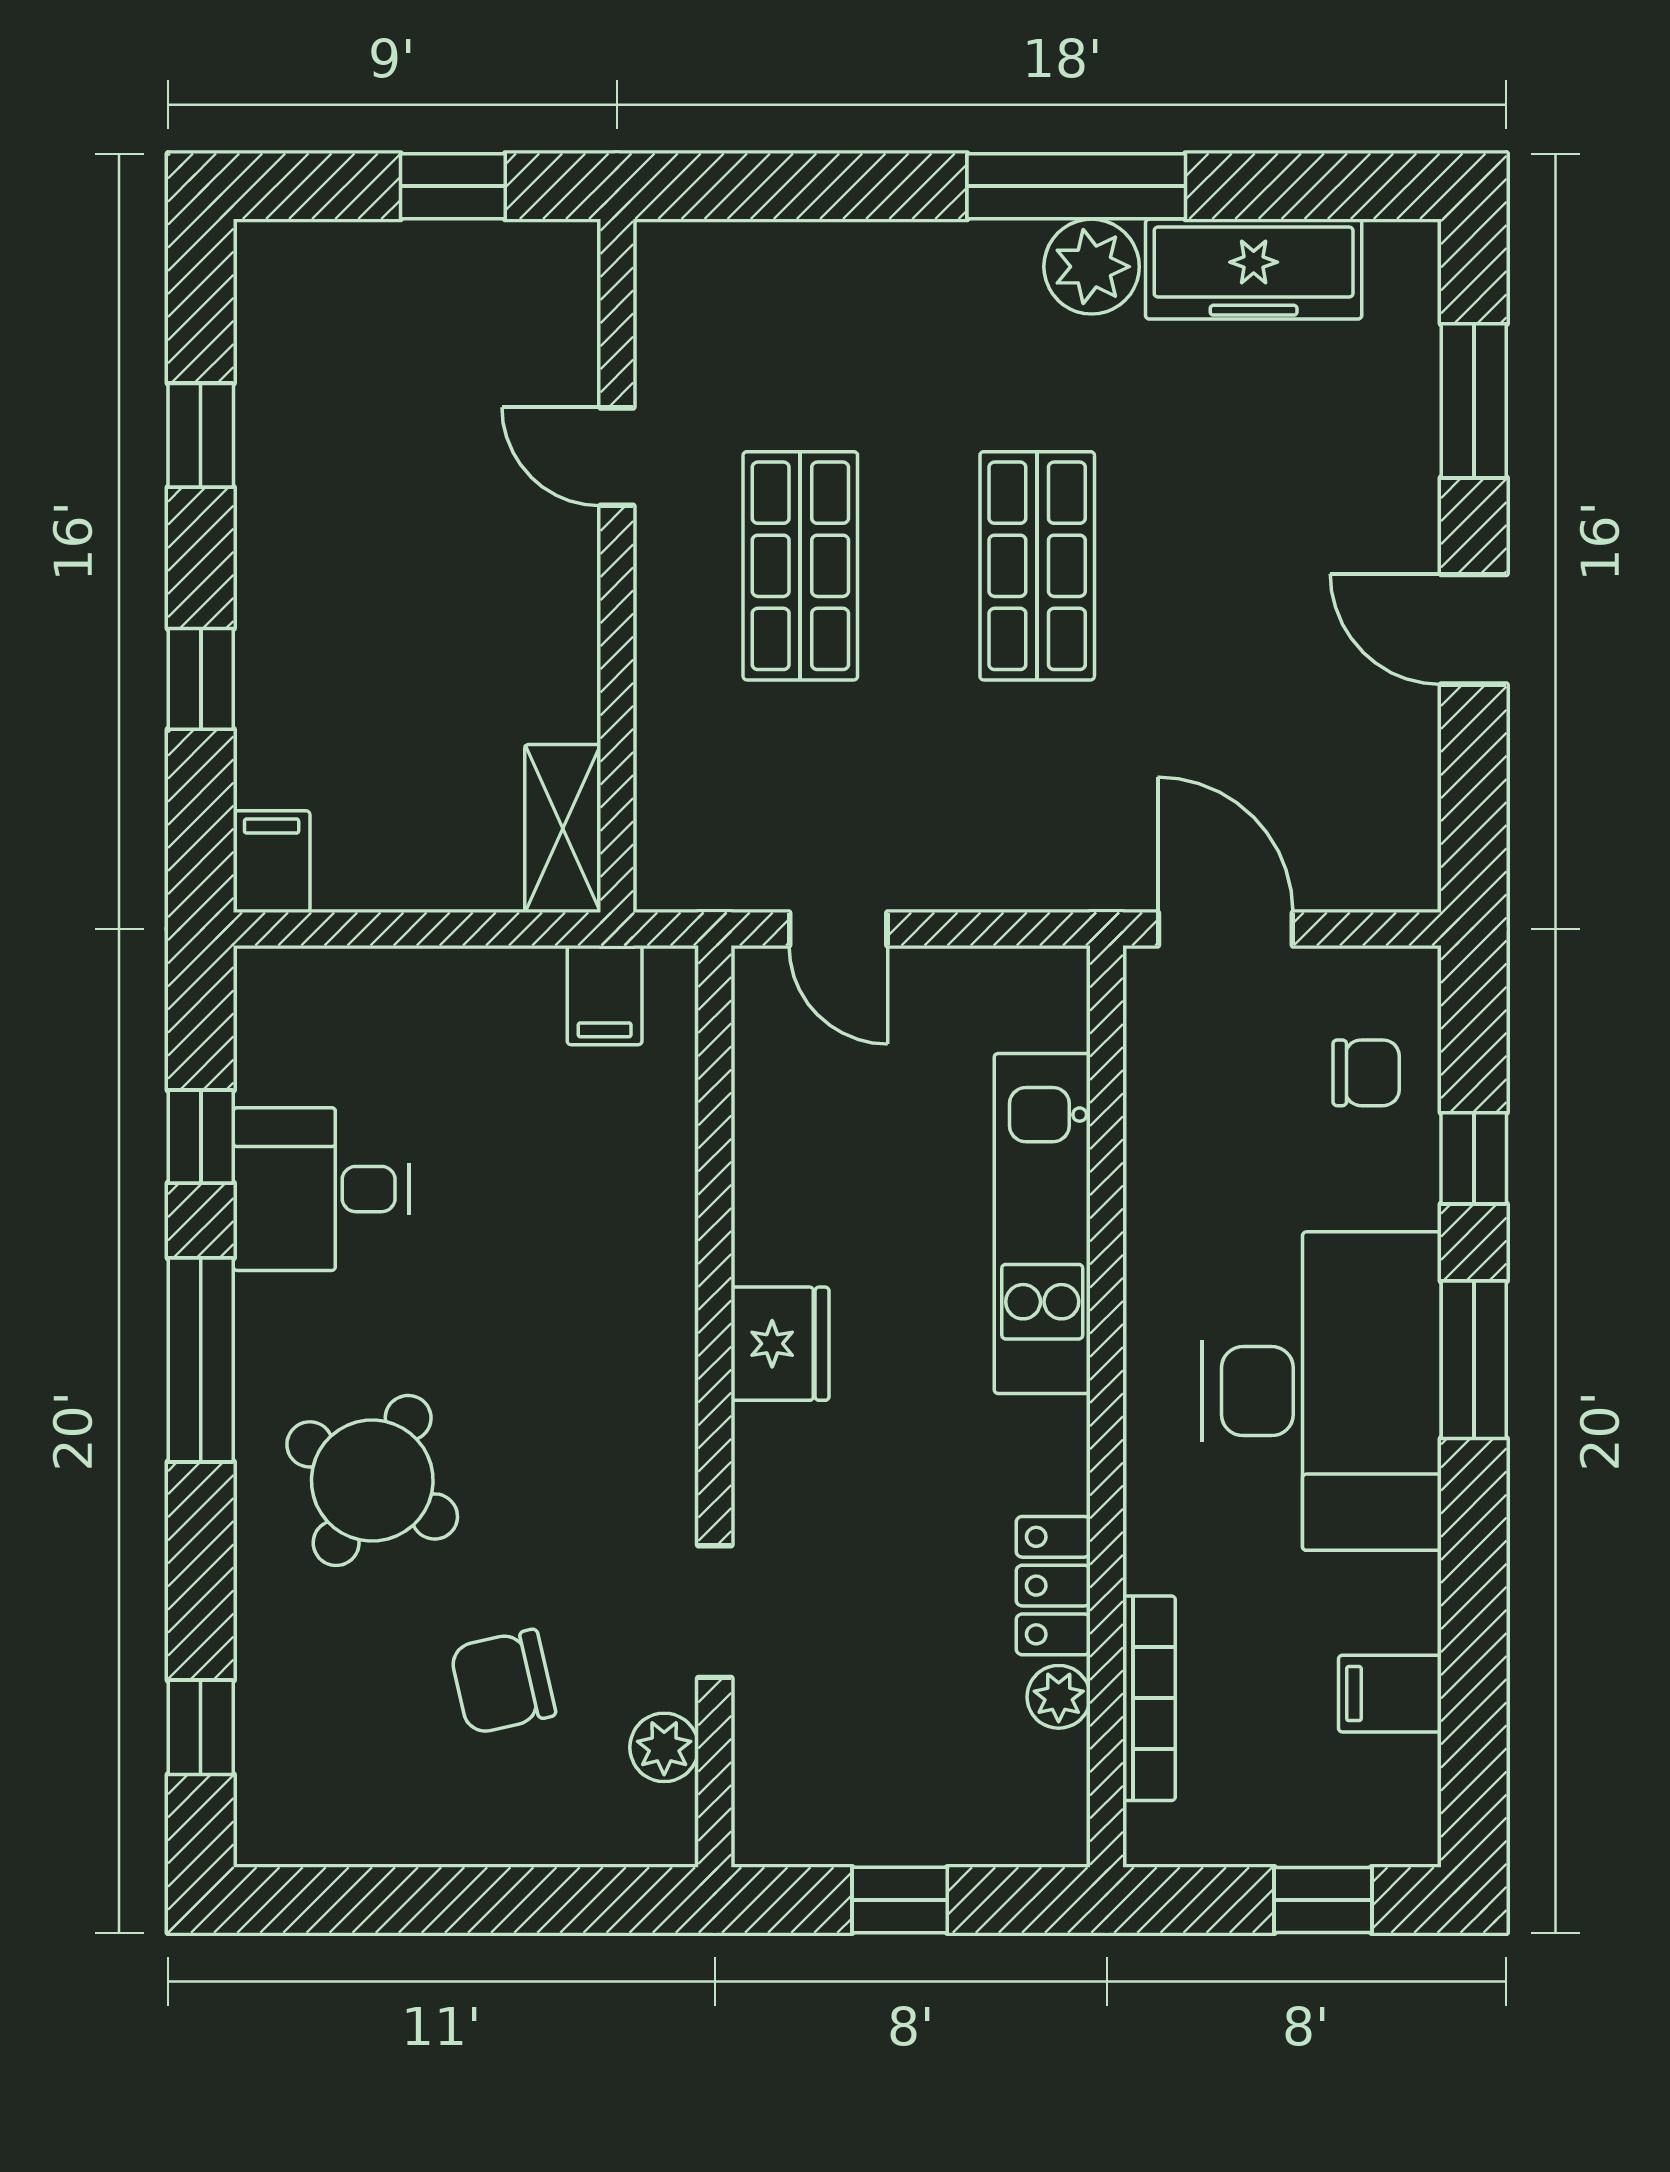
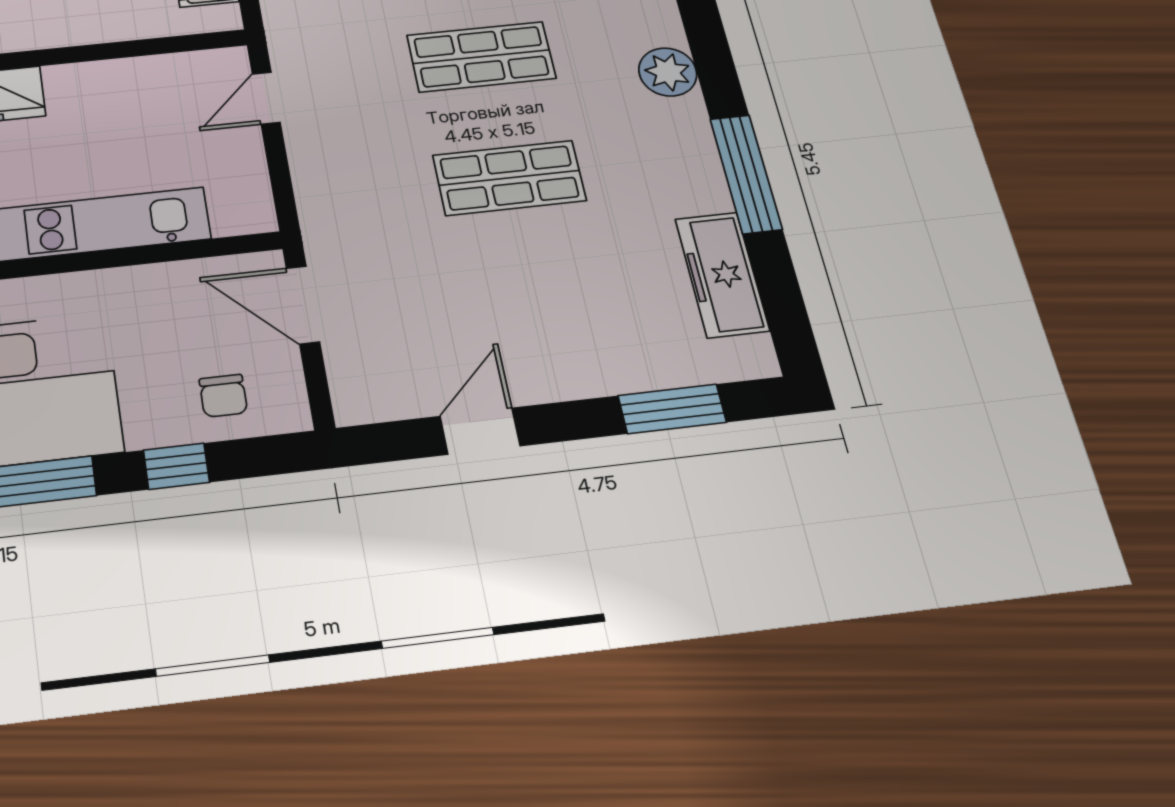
plant: (1092, 267) -> (668, 72), moved
door: (1474, 629) -> (480, 431), moved
door: (1225, 929) -> (303, 305), swing flipped

